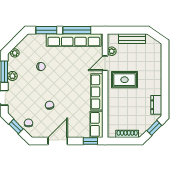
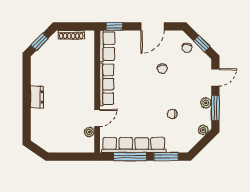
bench: (132, 39) -> (66, 147), removed
rug: (124, 80) -> (74, 98), removed
dresser: (156, 105) -> (37, 97), moved

